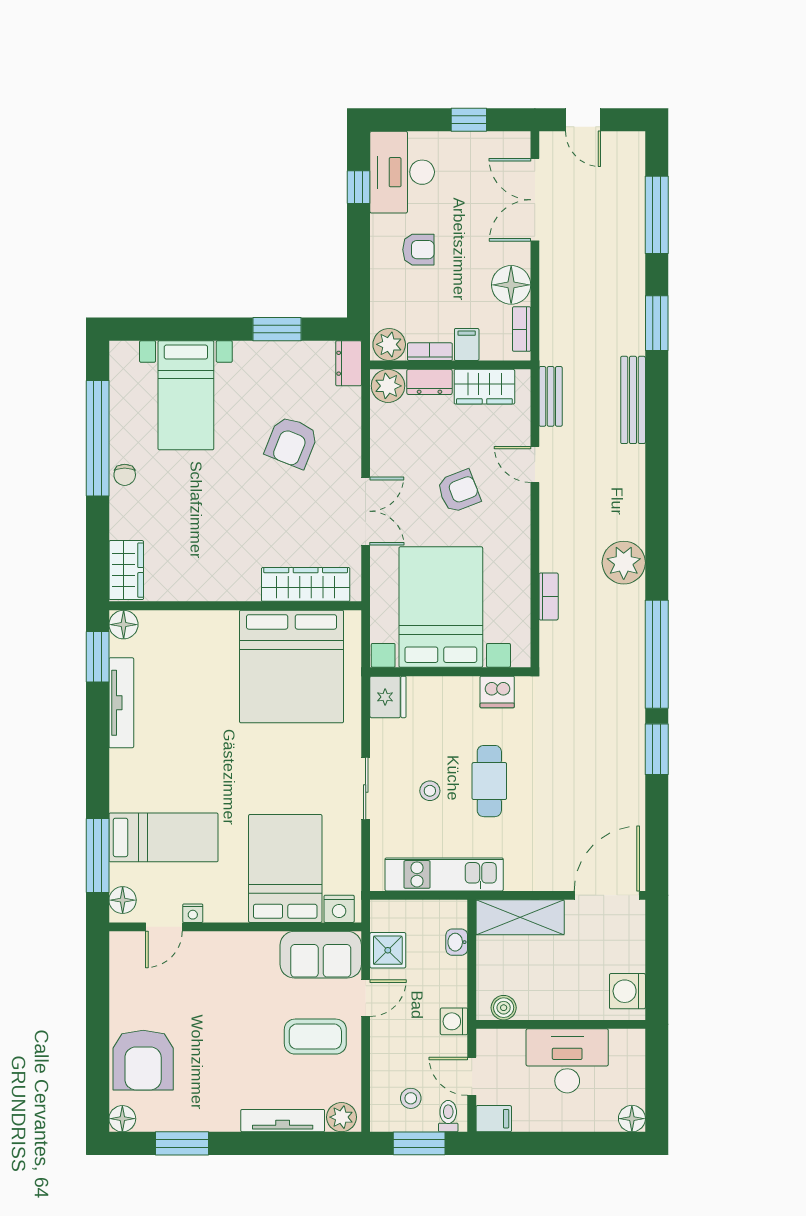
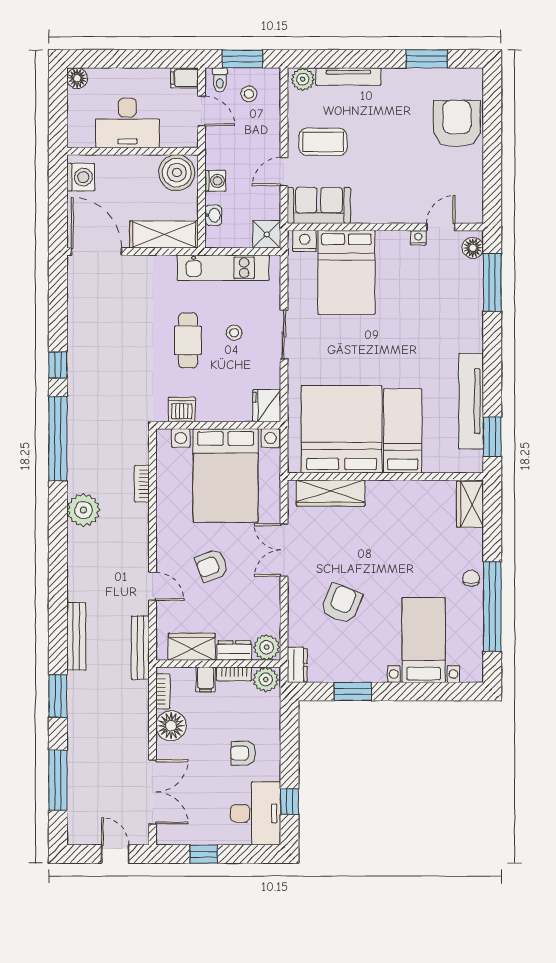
bench: (551, 396) -> (140, 648), width x1.36
floor lamp: (124, 625) -> (472, 462), removed
tv unit: (121, 703) -> (471, 401), width x1.36, depth x1.29
window: (657, 749) -> (58, 365), width x0.67
bed: (163, 837) -> (403, 431), moved, turned 90
door: (607, 895) -> (97, 252), swing flipped
shower: (388, 950) -> (267, 234), moved
boiler: (504, 1008) -> (177, 173), width x1.86, depth x1.86
washing machine: (454, 1021) -> (215, 181), moved
floor lamp: (122, 1119) -> (473, 78), removed

